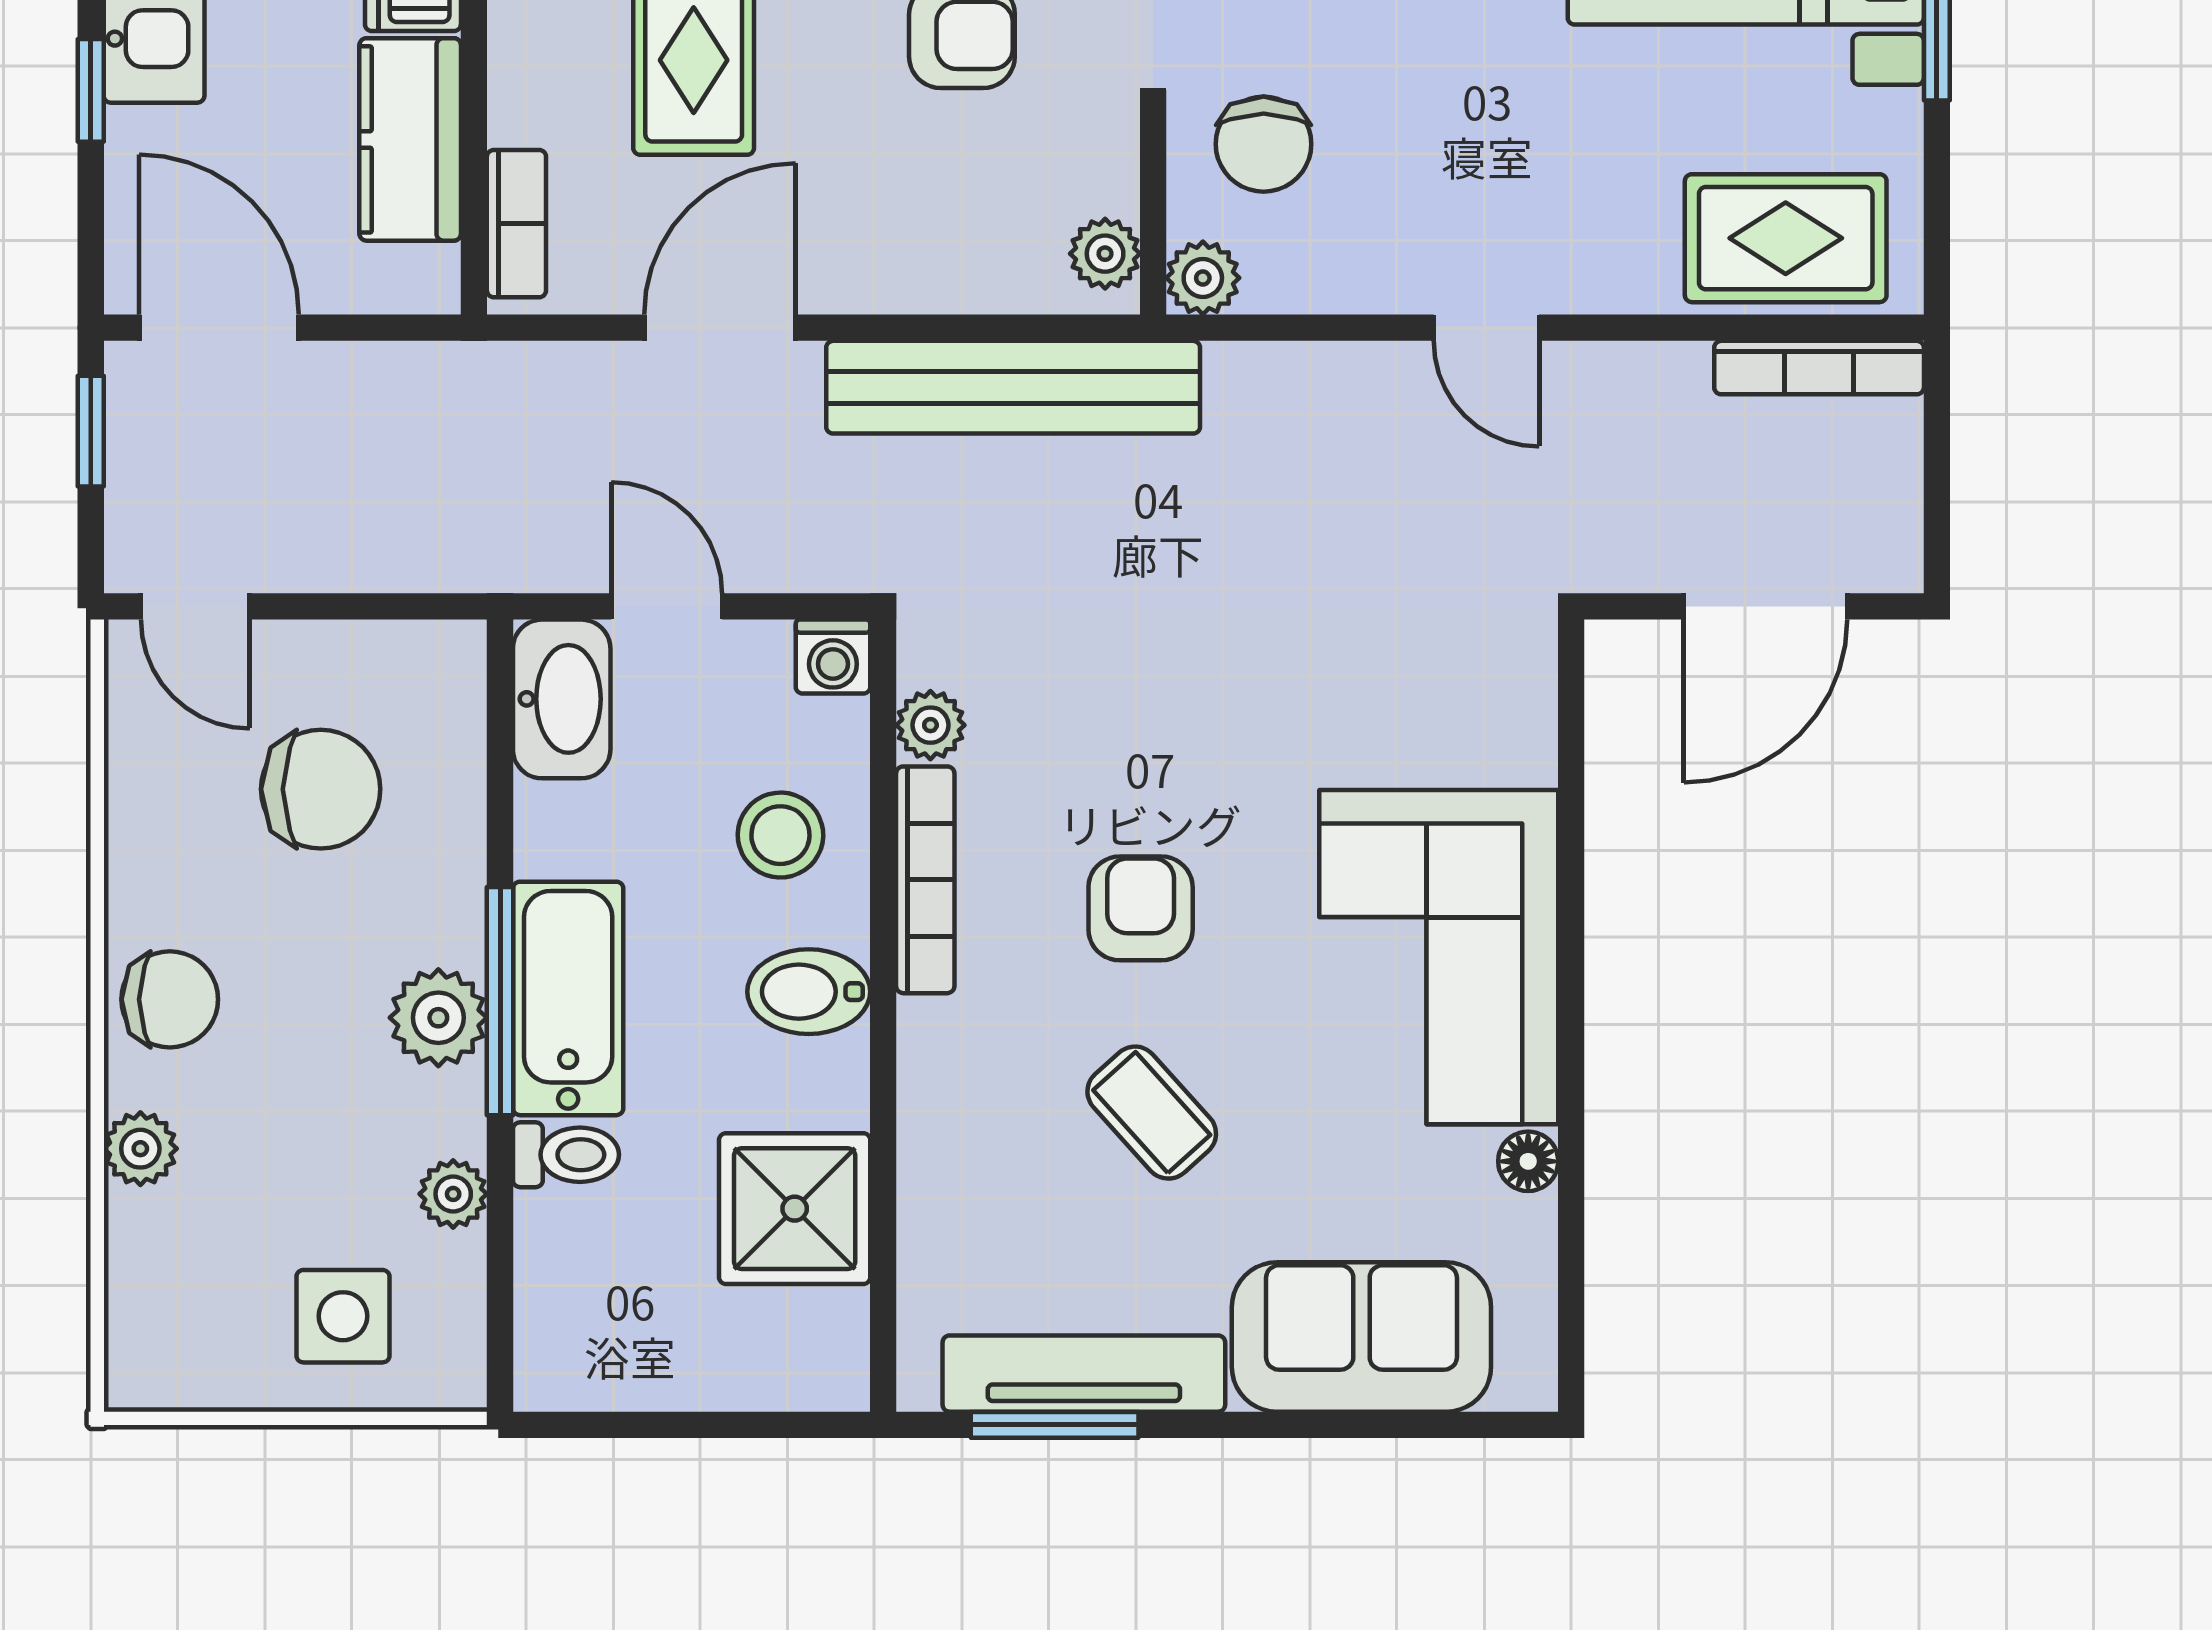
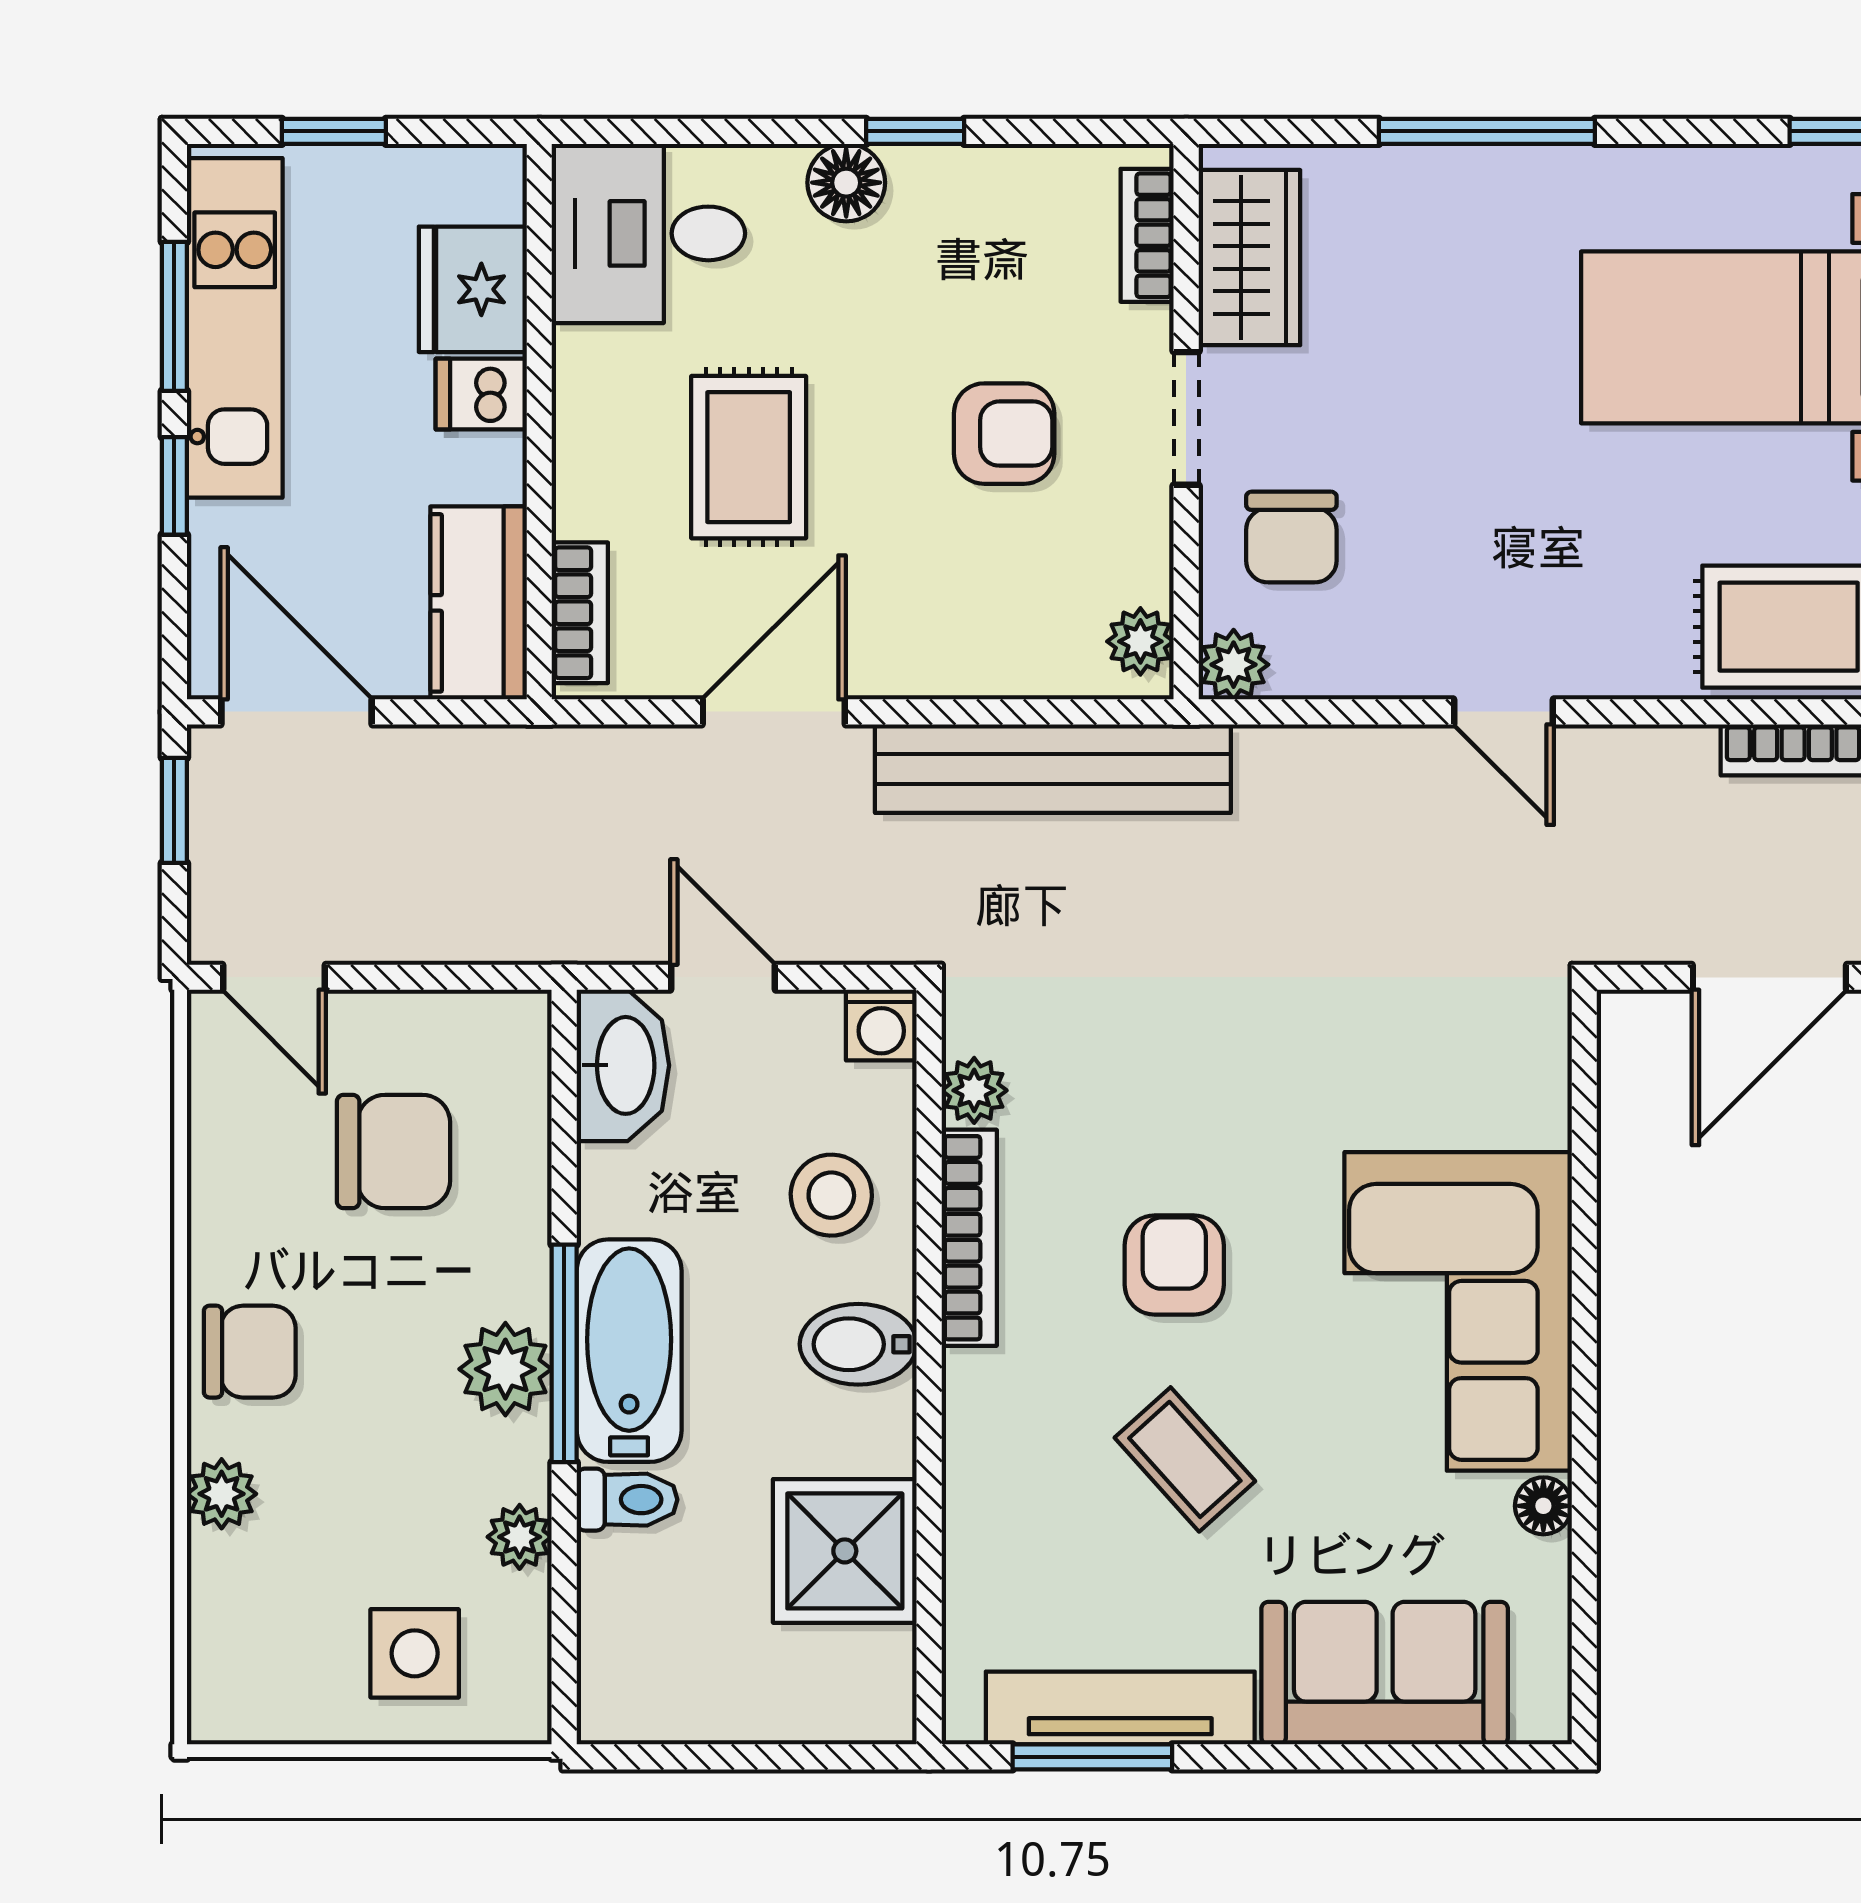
kitchen counter: (410, 139) -> (479, 603), moved

